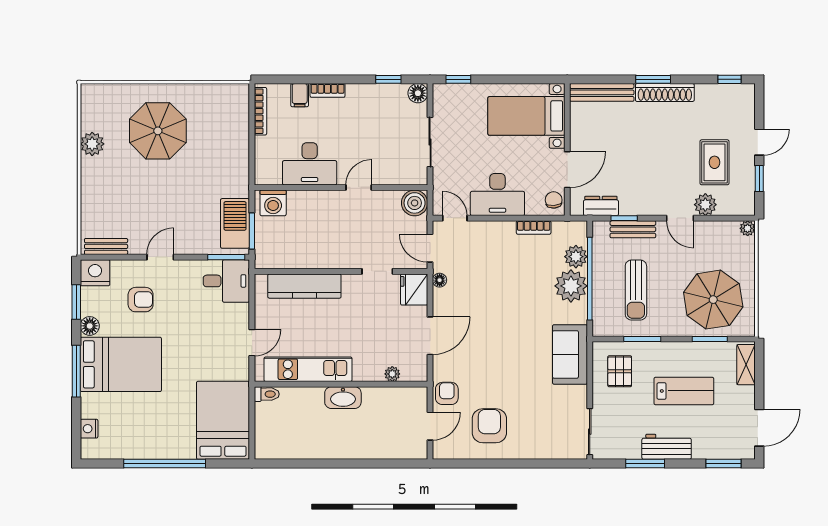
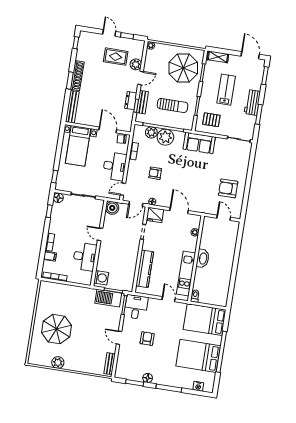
dresser: (601, 206) -> (131, 101), moved
nightstand: (95, 273) -> (122, 371), removed
armchair: (141, 300) -> (147, 339), moved
bed: (121, 364) -> (198, 356), moved, turned -90
armchair: (447, 393) -> (155, 173), moved

